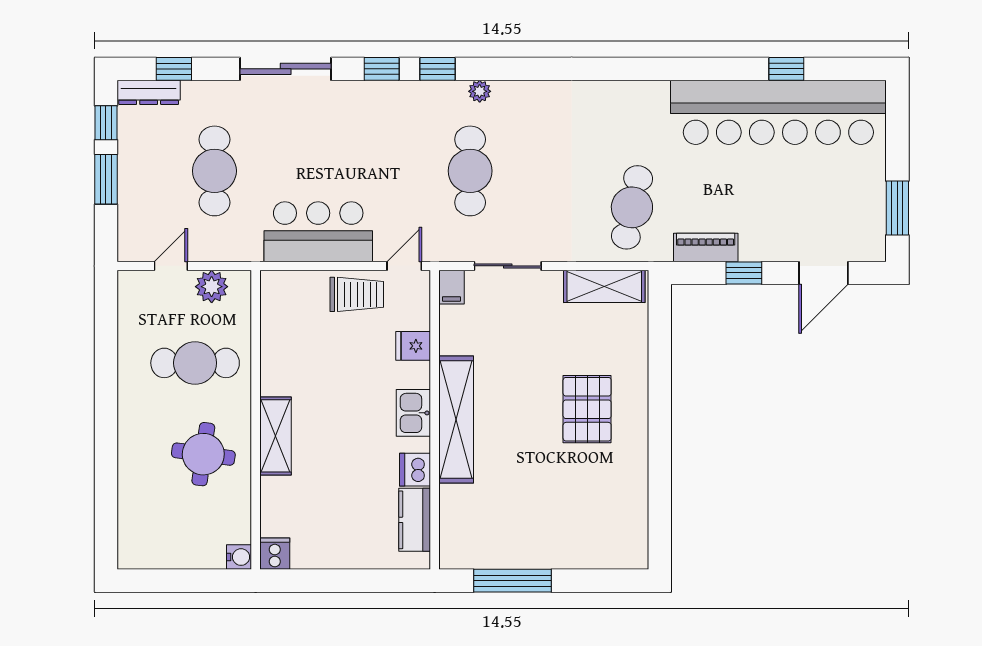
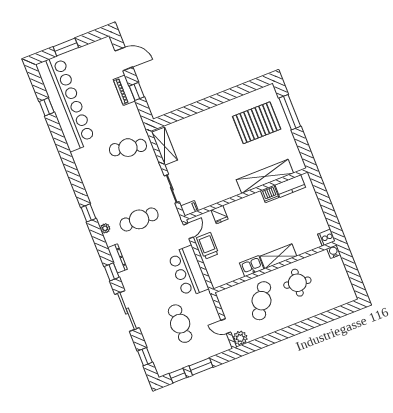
window: (437, 69) -> (88, 213), moved
dresser: (149, 92) -> (117, 258), moved
cafe table: (214, 171) -> (180, 324), turned 90
window: (897, 208) -> (66, 47), moved
piano: (706, 247) -> (124, 90), moved
door: (404, 266) -> (188, 231), swing flipped
plant: (212, 287) -> (240, 338), moved
cafe table: (195, 363) -> (262, 301), turned 32
pallet: (587, 409) -> (257, 123), moved, width x1.37, depth x1.41
kitchen sink: (413, 413) -> (252, 266), moved, turned 180
shelving: (456, 420) -> (265, 176), moved
window: (512, 581) -> (290, 112), moved

